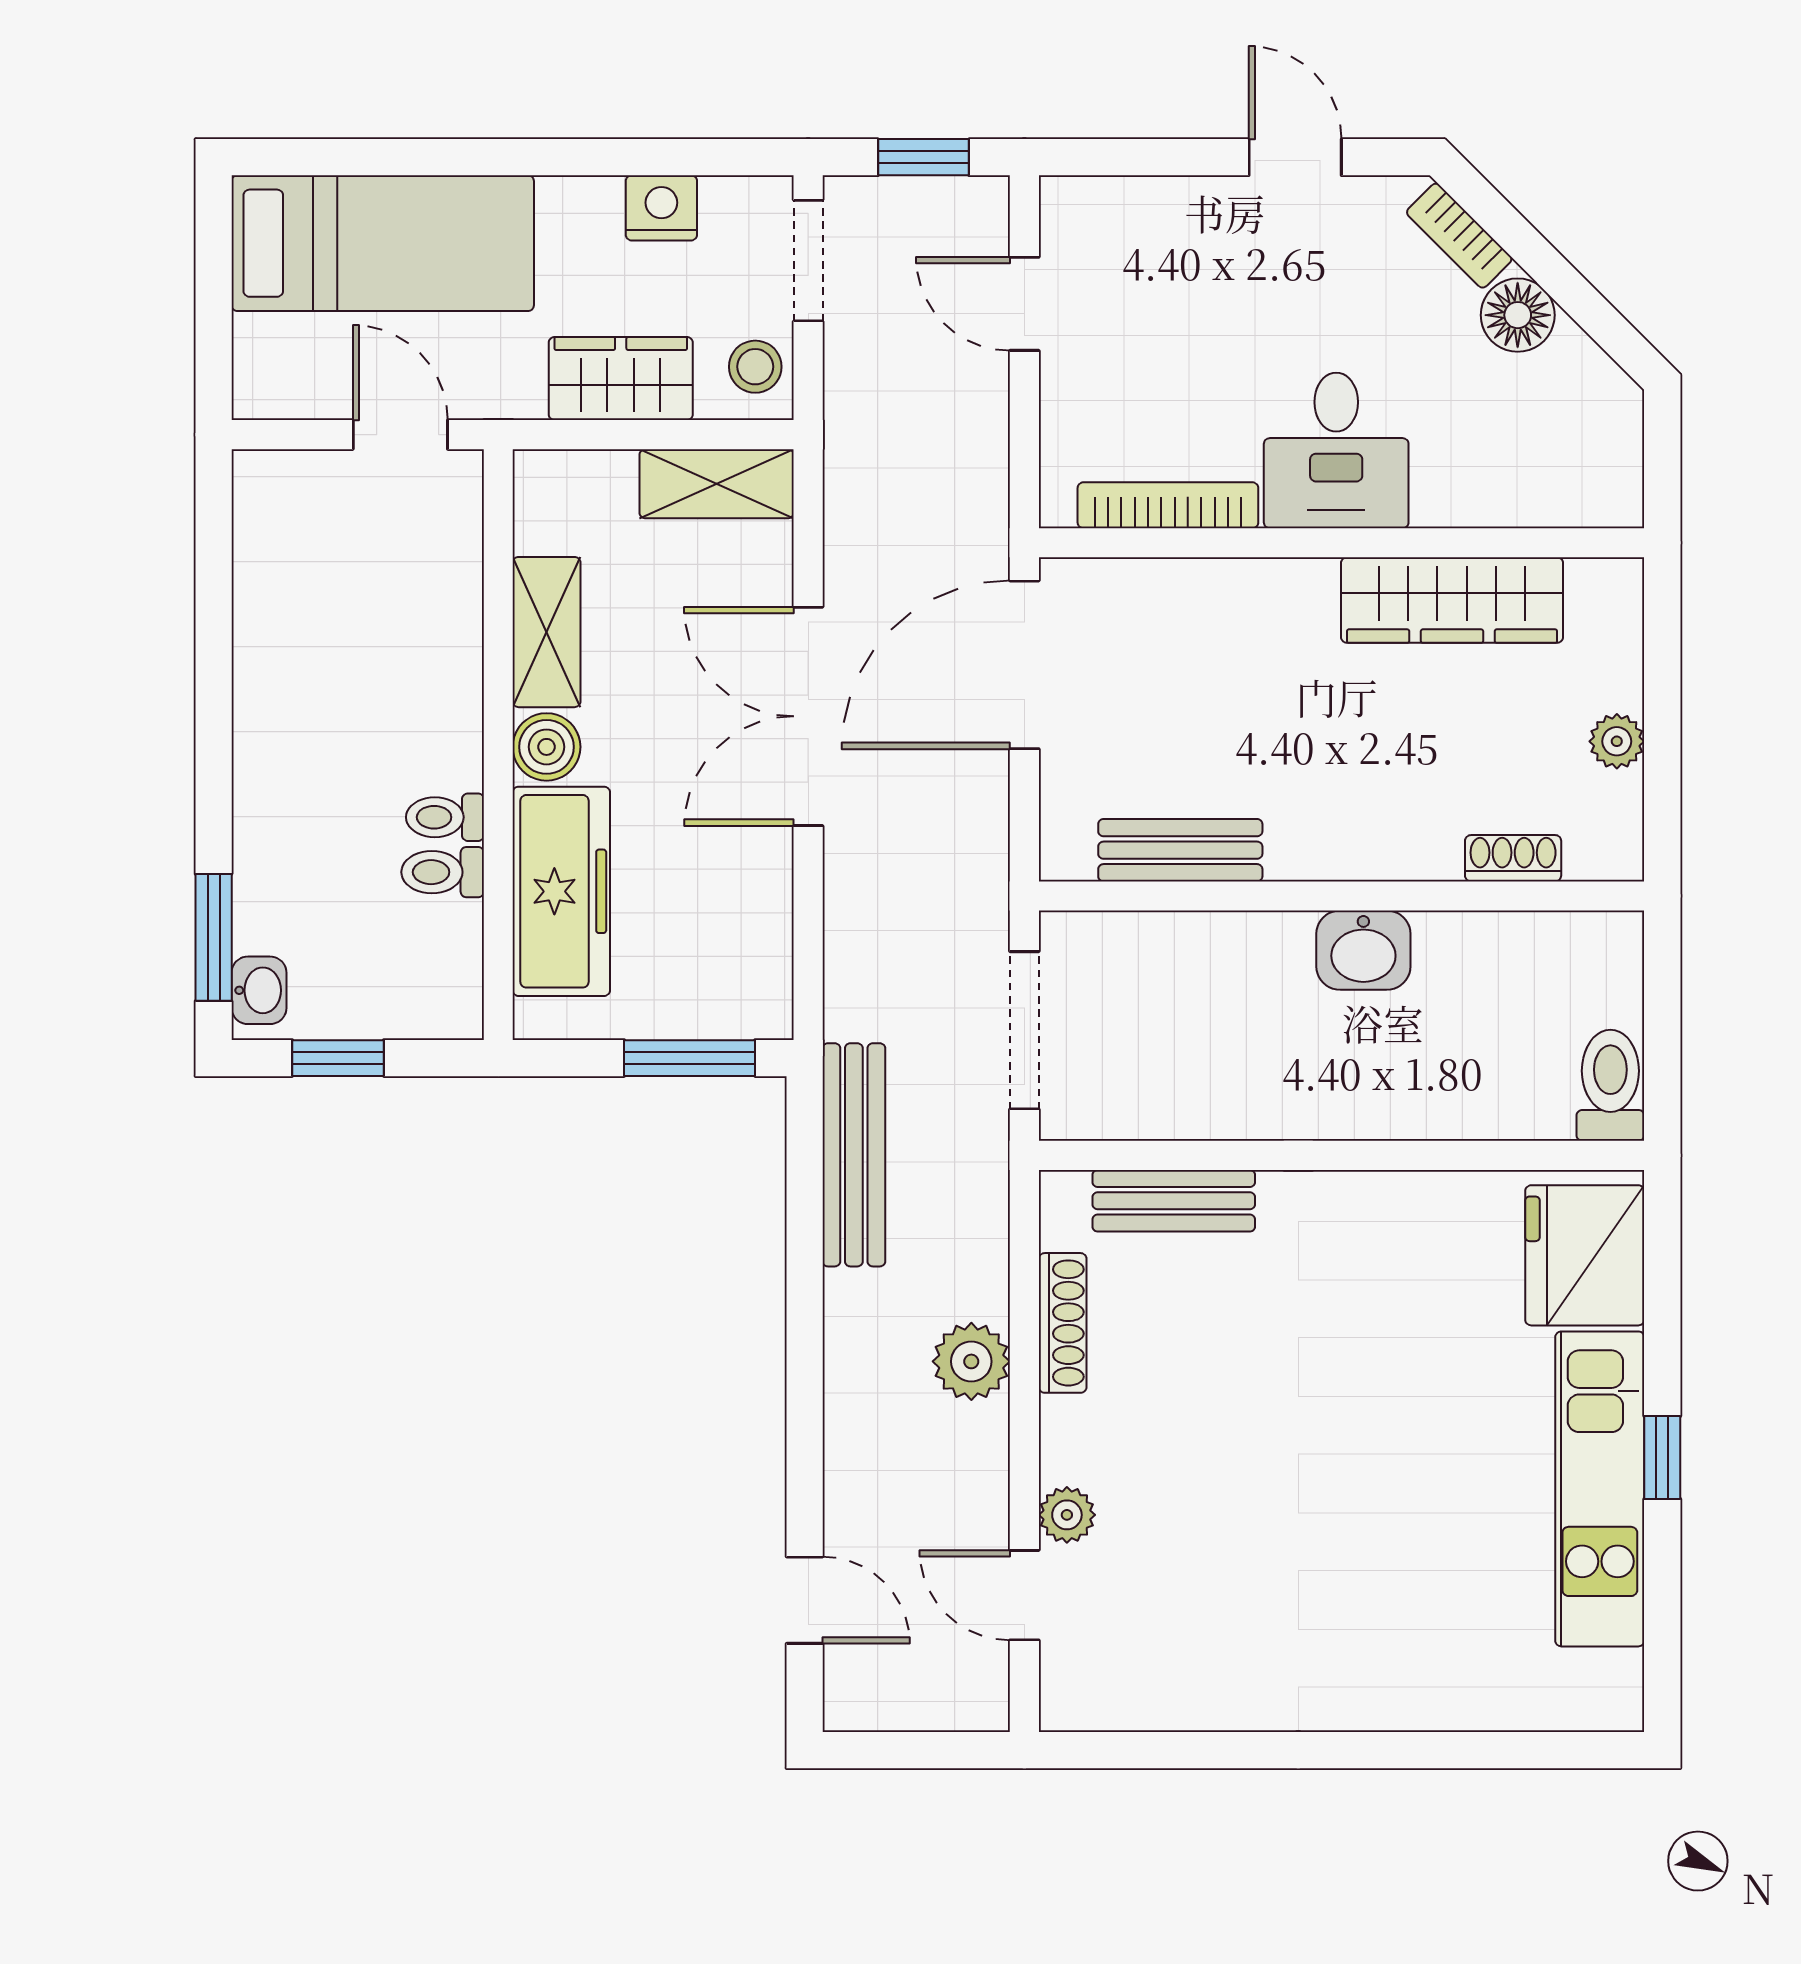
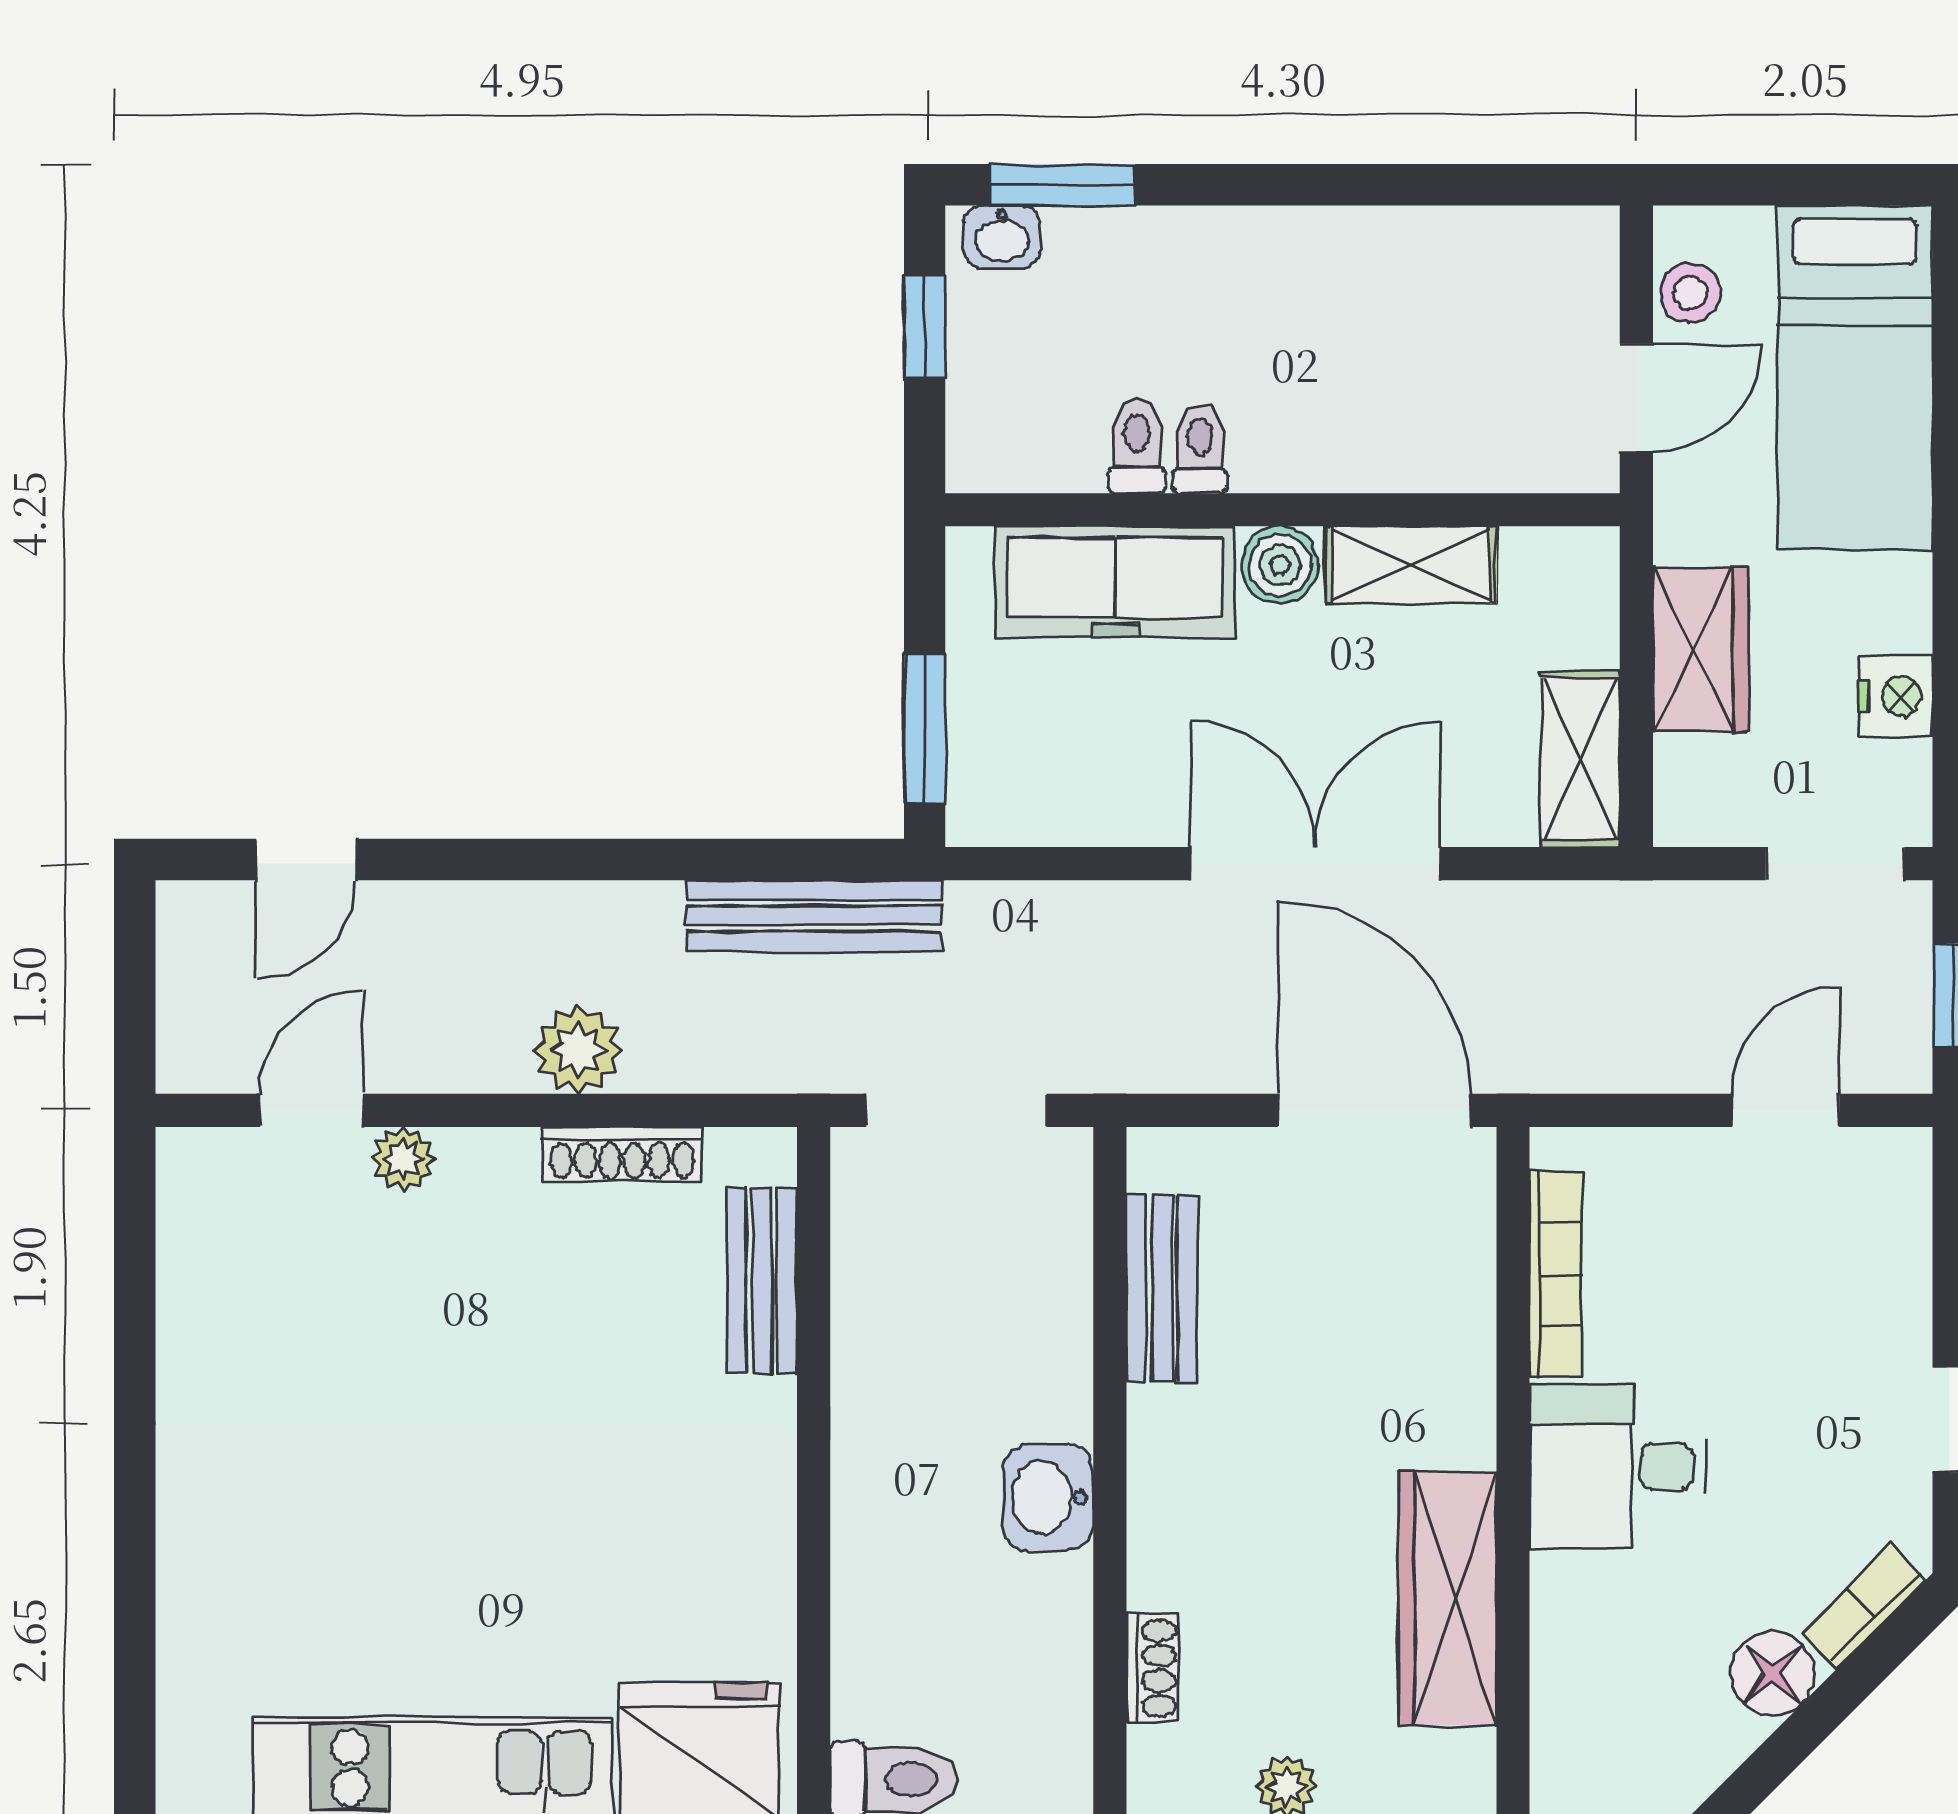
stool: (755, 367) -> (1690, 293), moved

